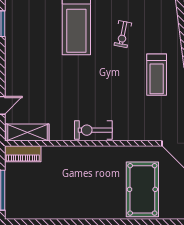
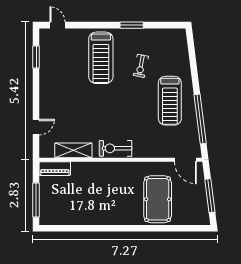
treadmill: (157, 75) -> (170, 101), width x1.37, depth x1.38
shelving: (27, 133) -> (73, 150), moved

